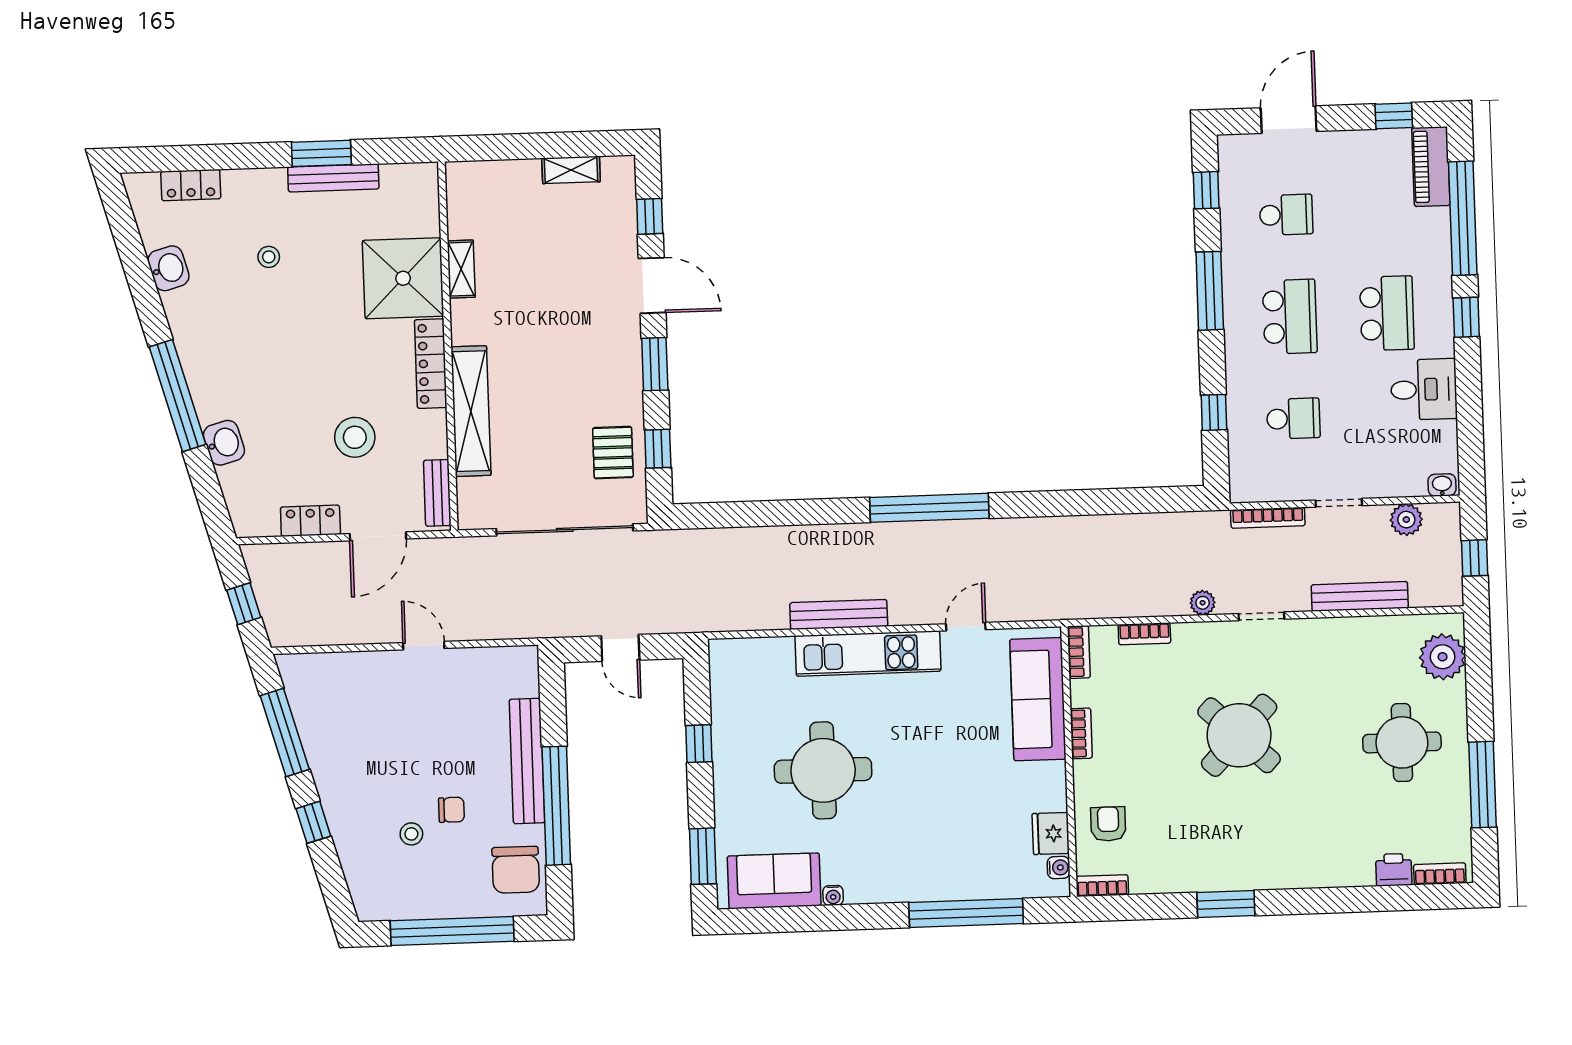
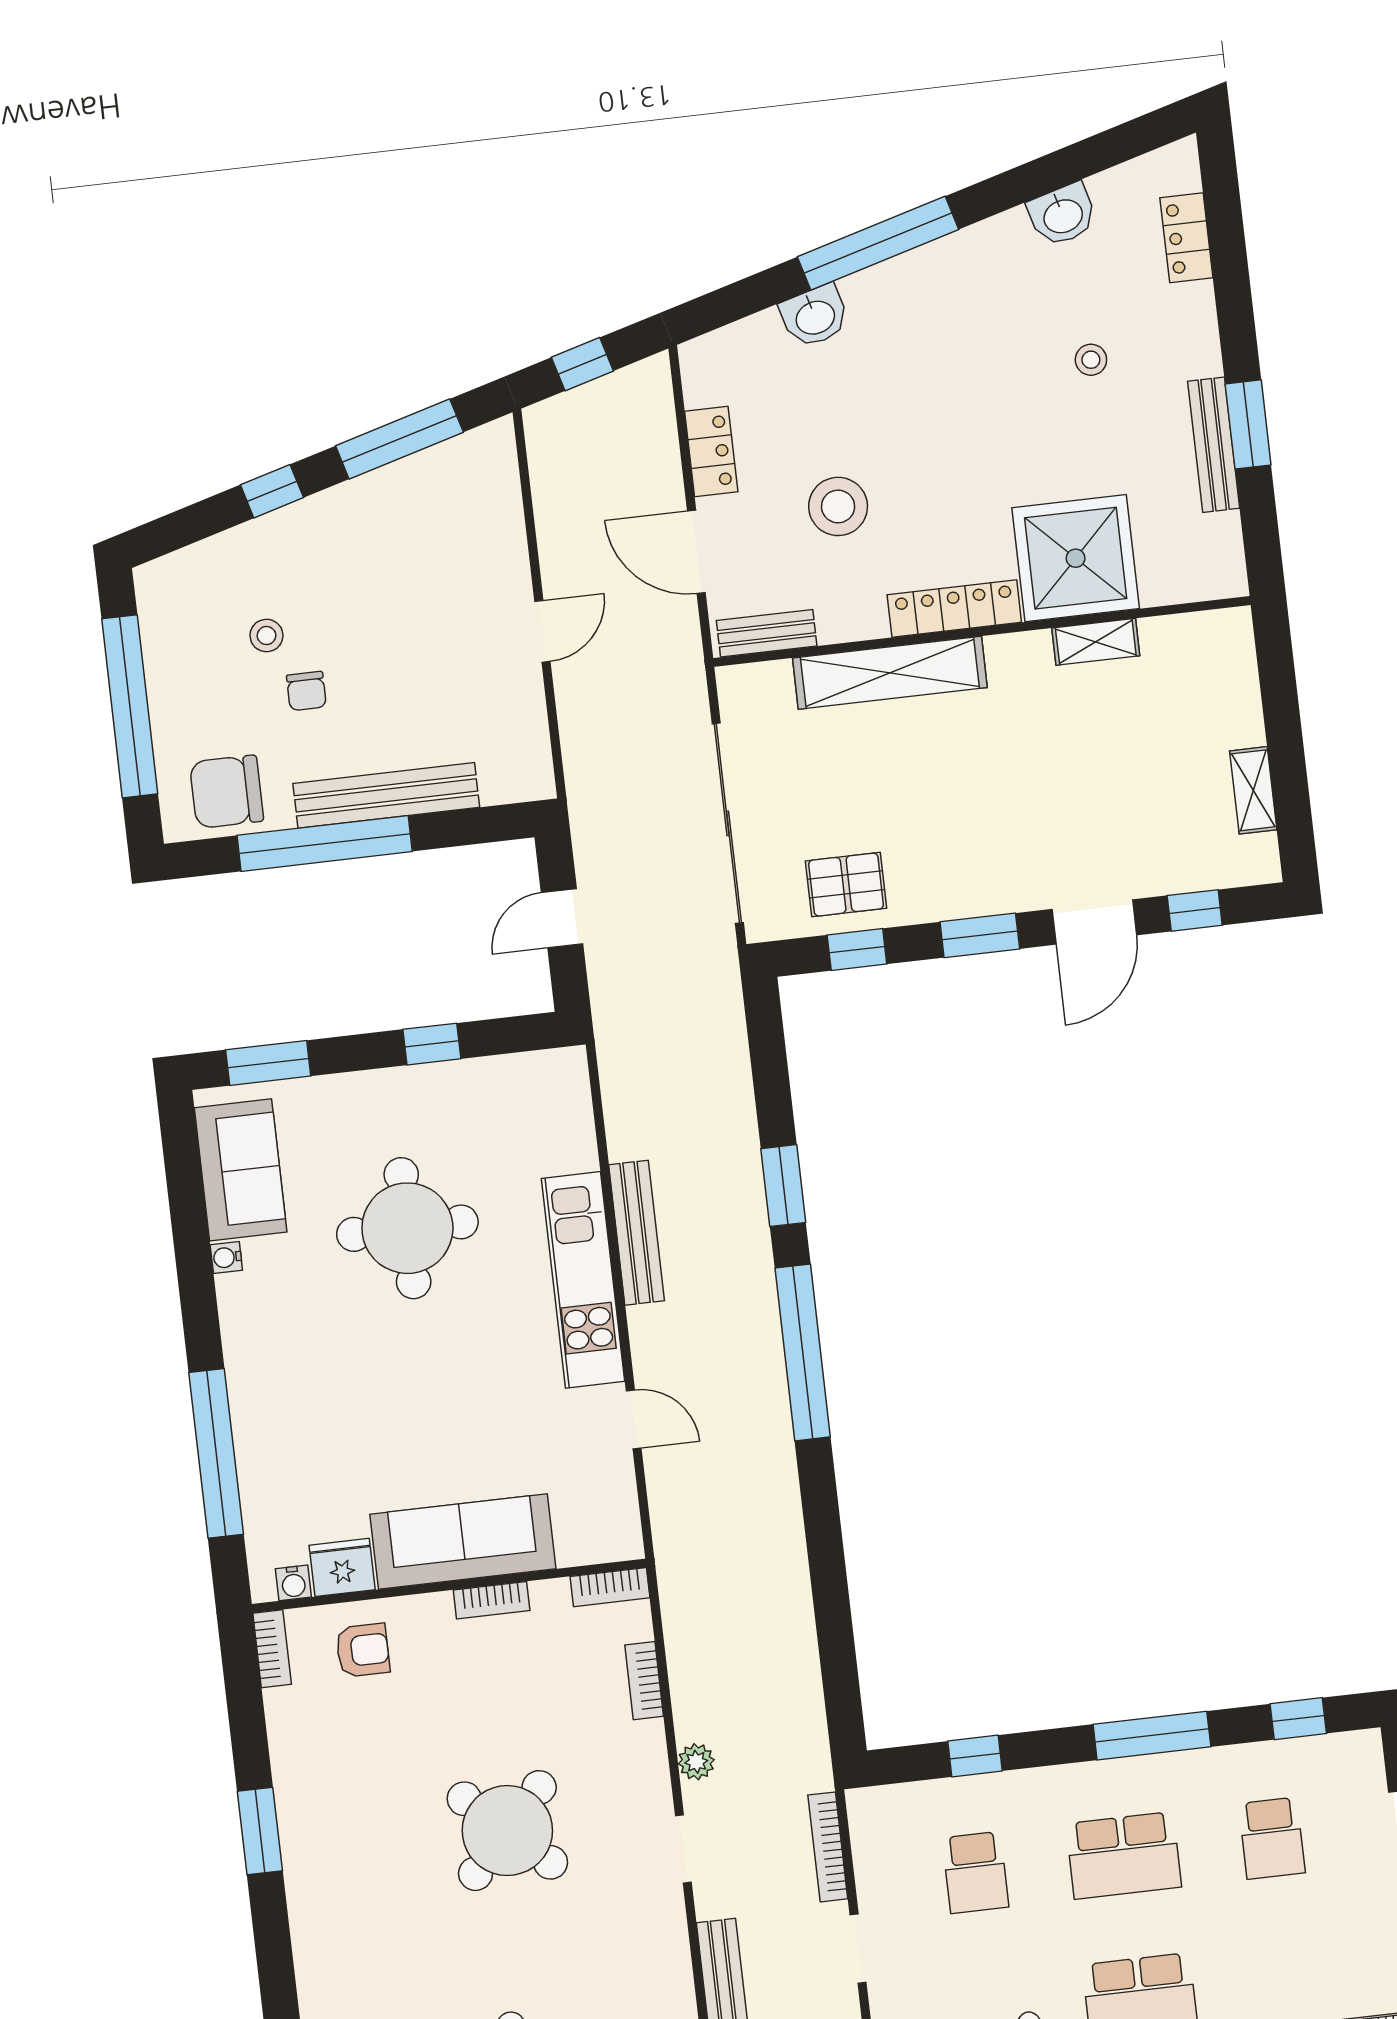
window: (815, 512) -> (783, 1186), added
sofa: (1038, 699) -> (463, 1541), moved

